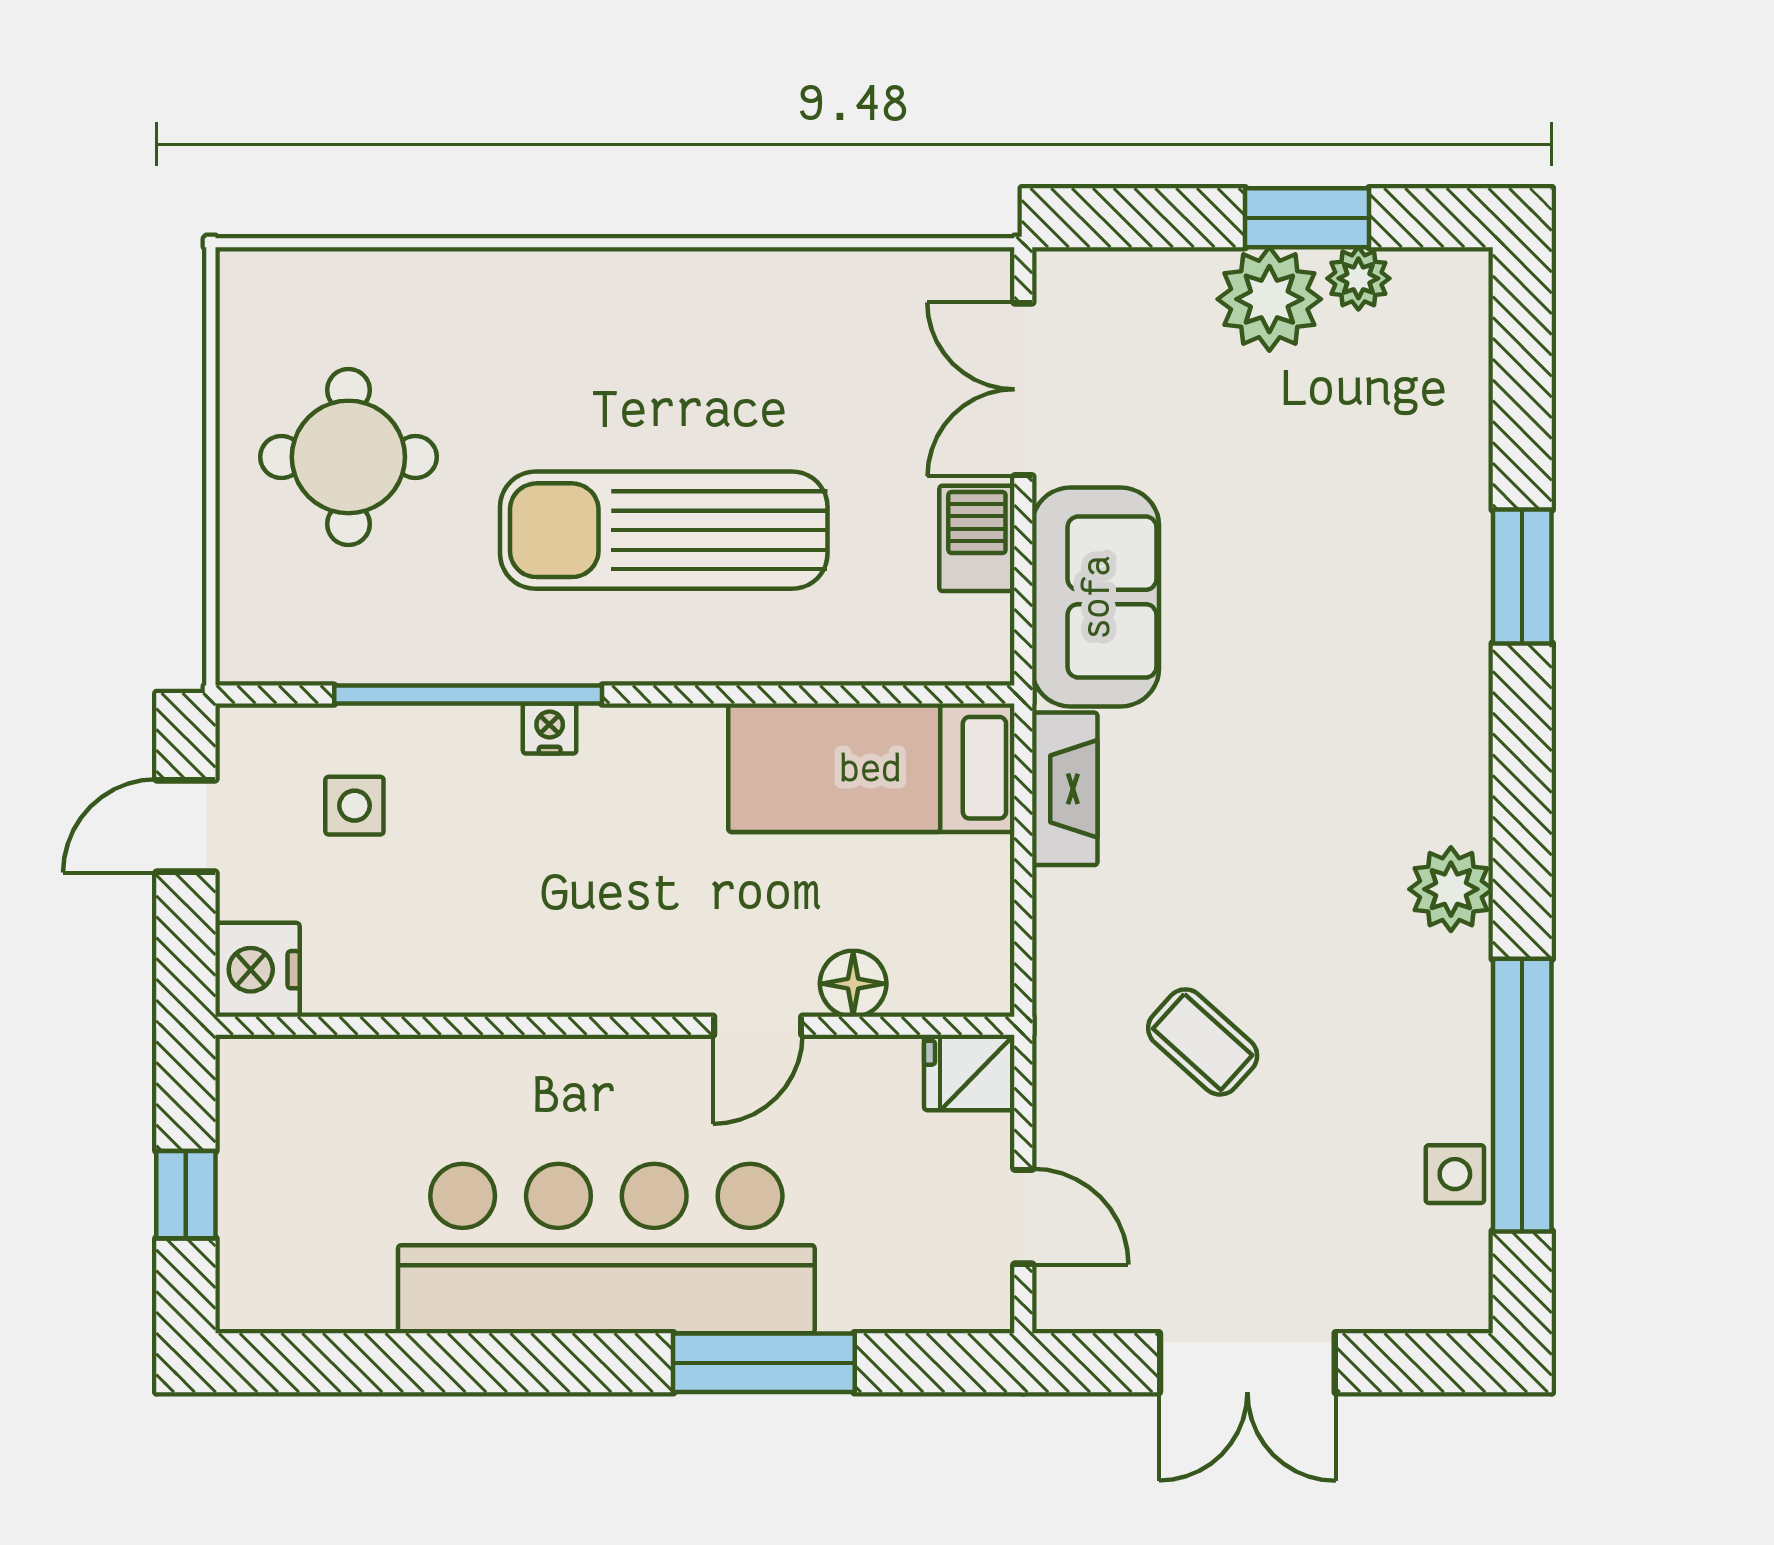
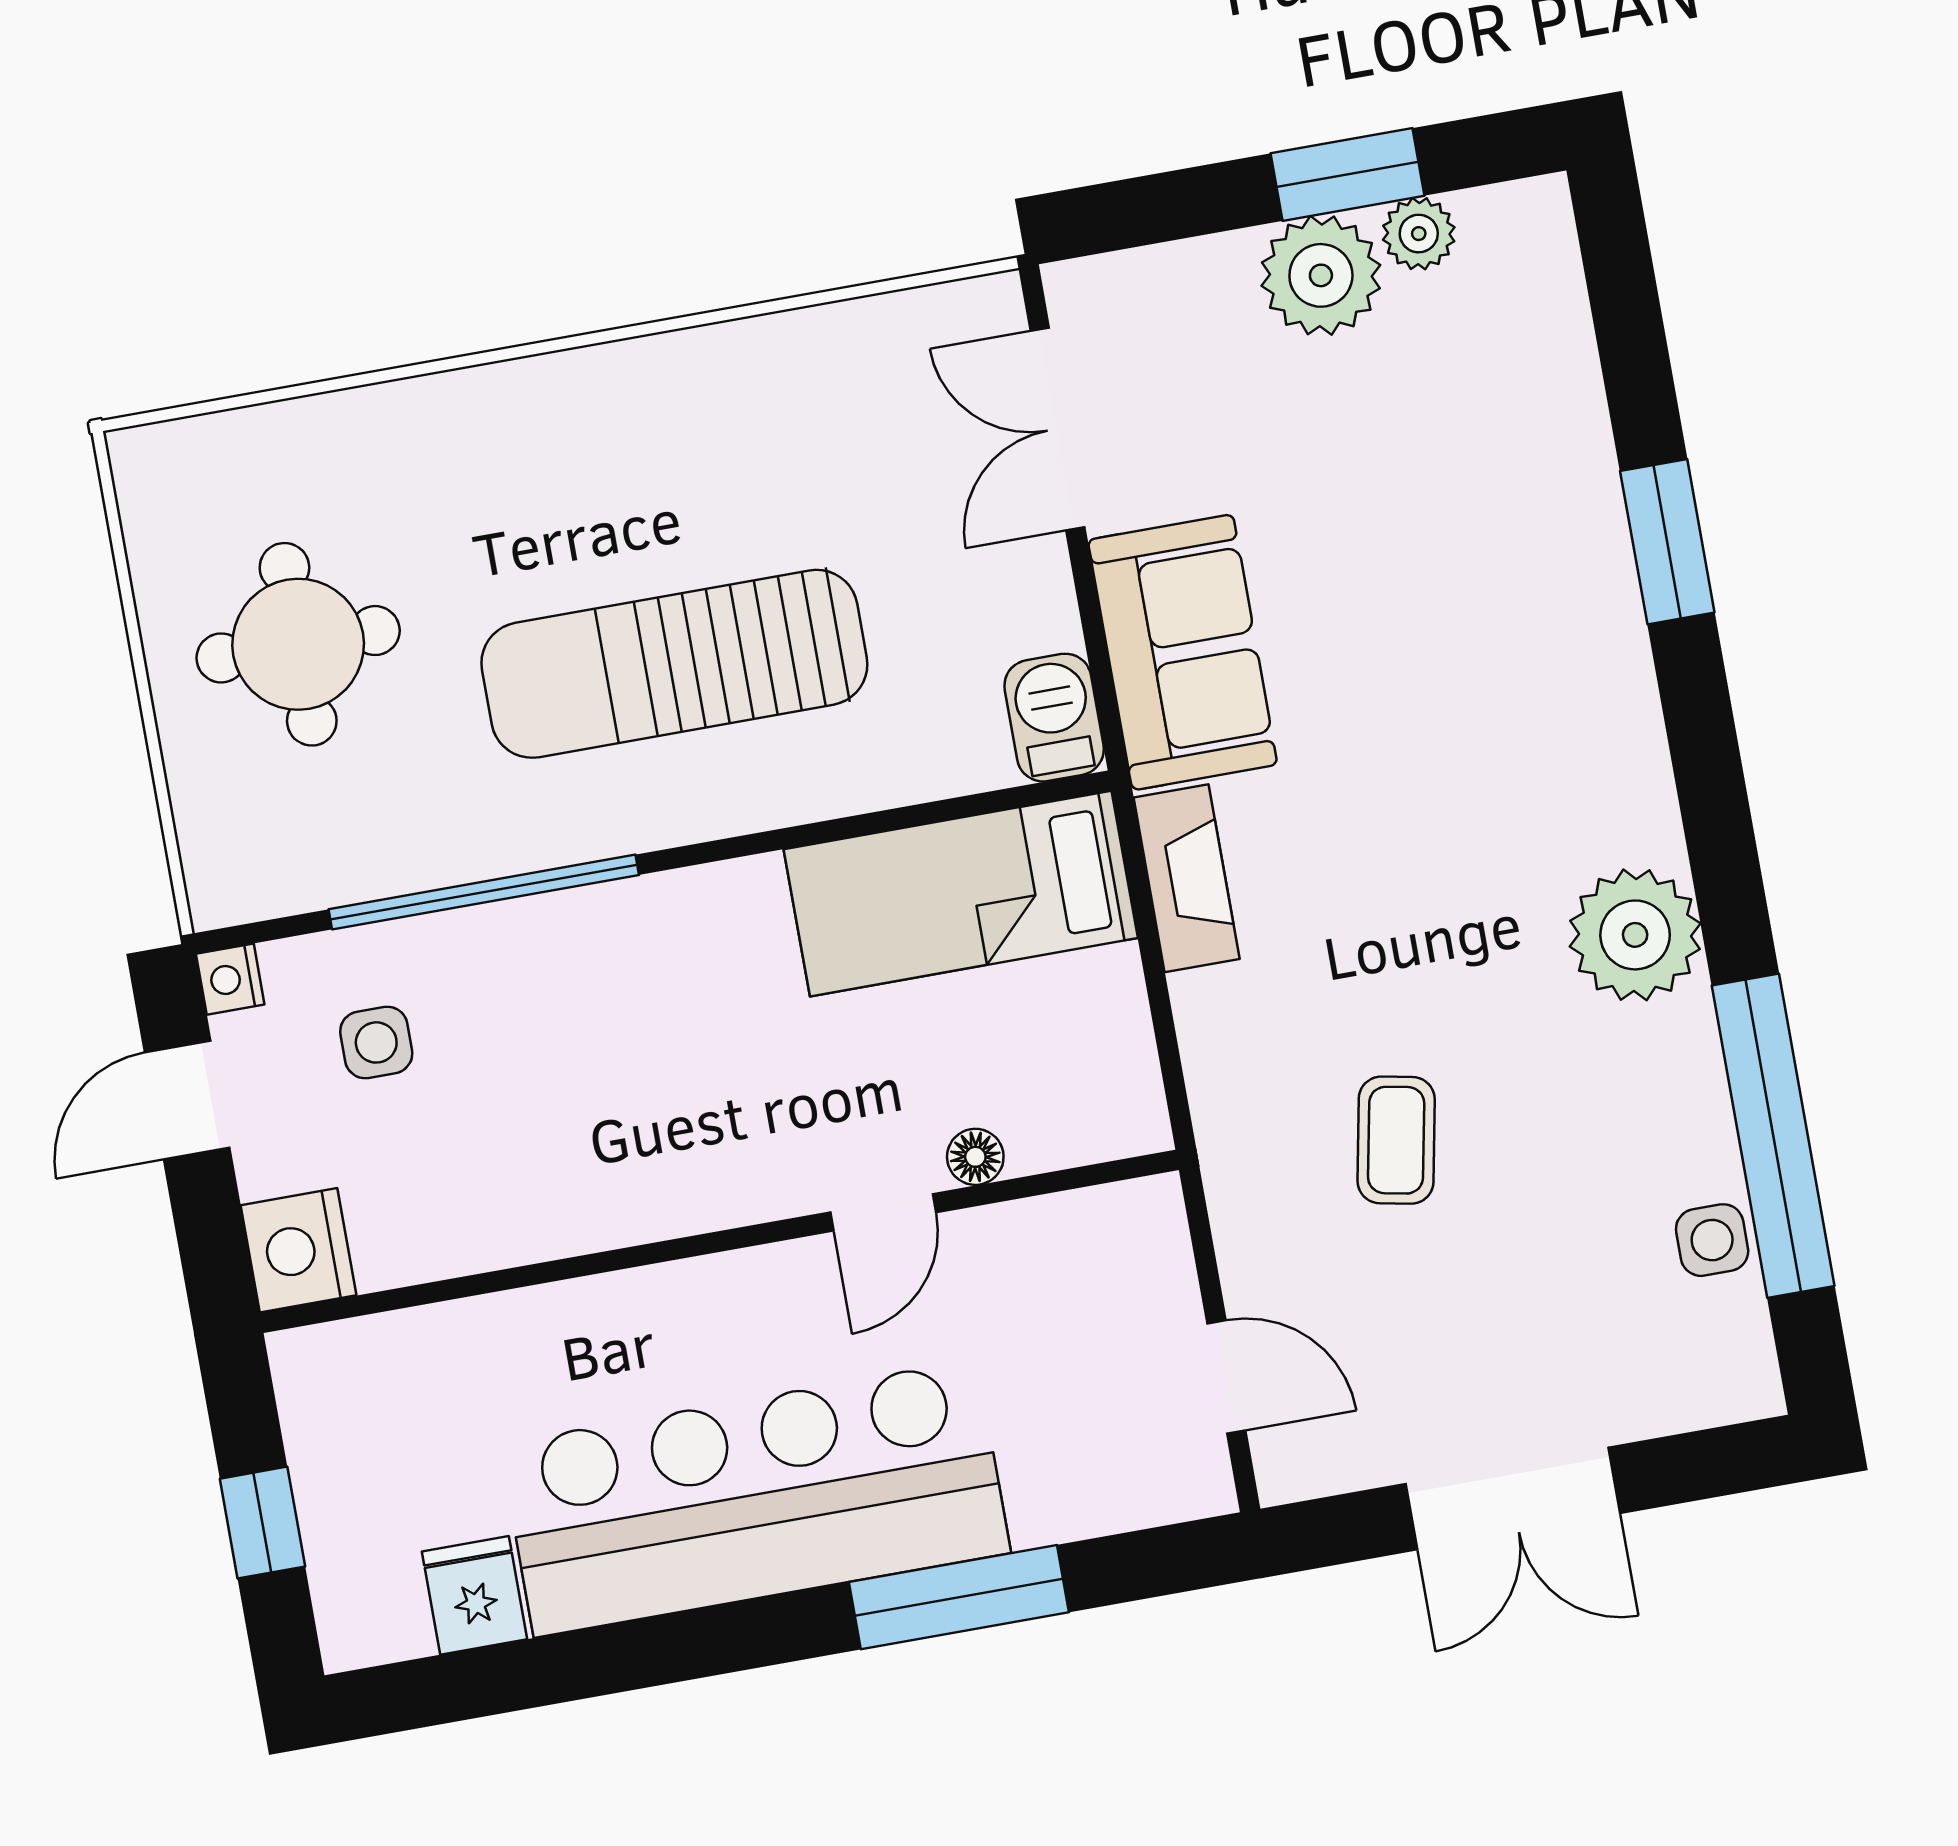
barbecue: (977, 538) -> (1054, 718), moved
nightstand: (550, 729) -> (230, 979), moved, turned -90
plant: (1451, 889) -> (1635, 935), width x1.36, depth x1.36
floor lamp: (853, 984) -> (975, 1157), width x0.73, depth x0.73
coffee table: (1203, 1042) -> (1396, 1140), turned 59
fridge: (969, 1072) -> (474, 1595), moved, turned 90

